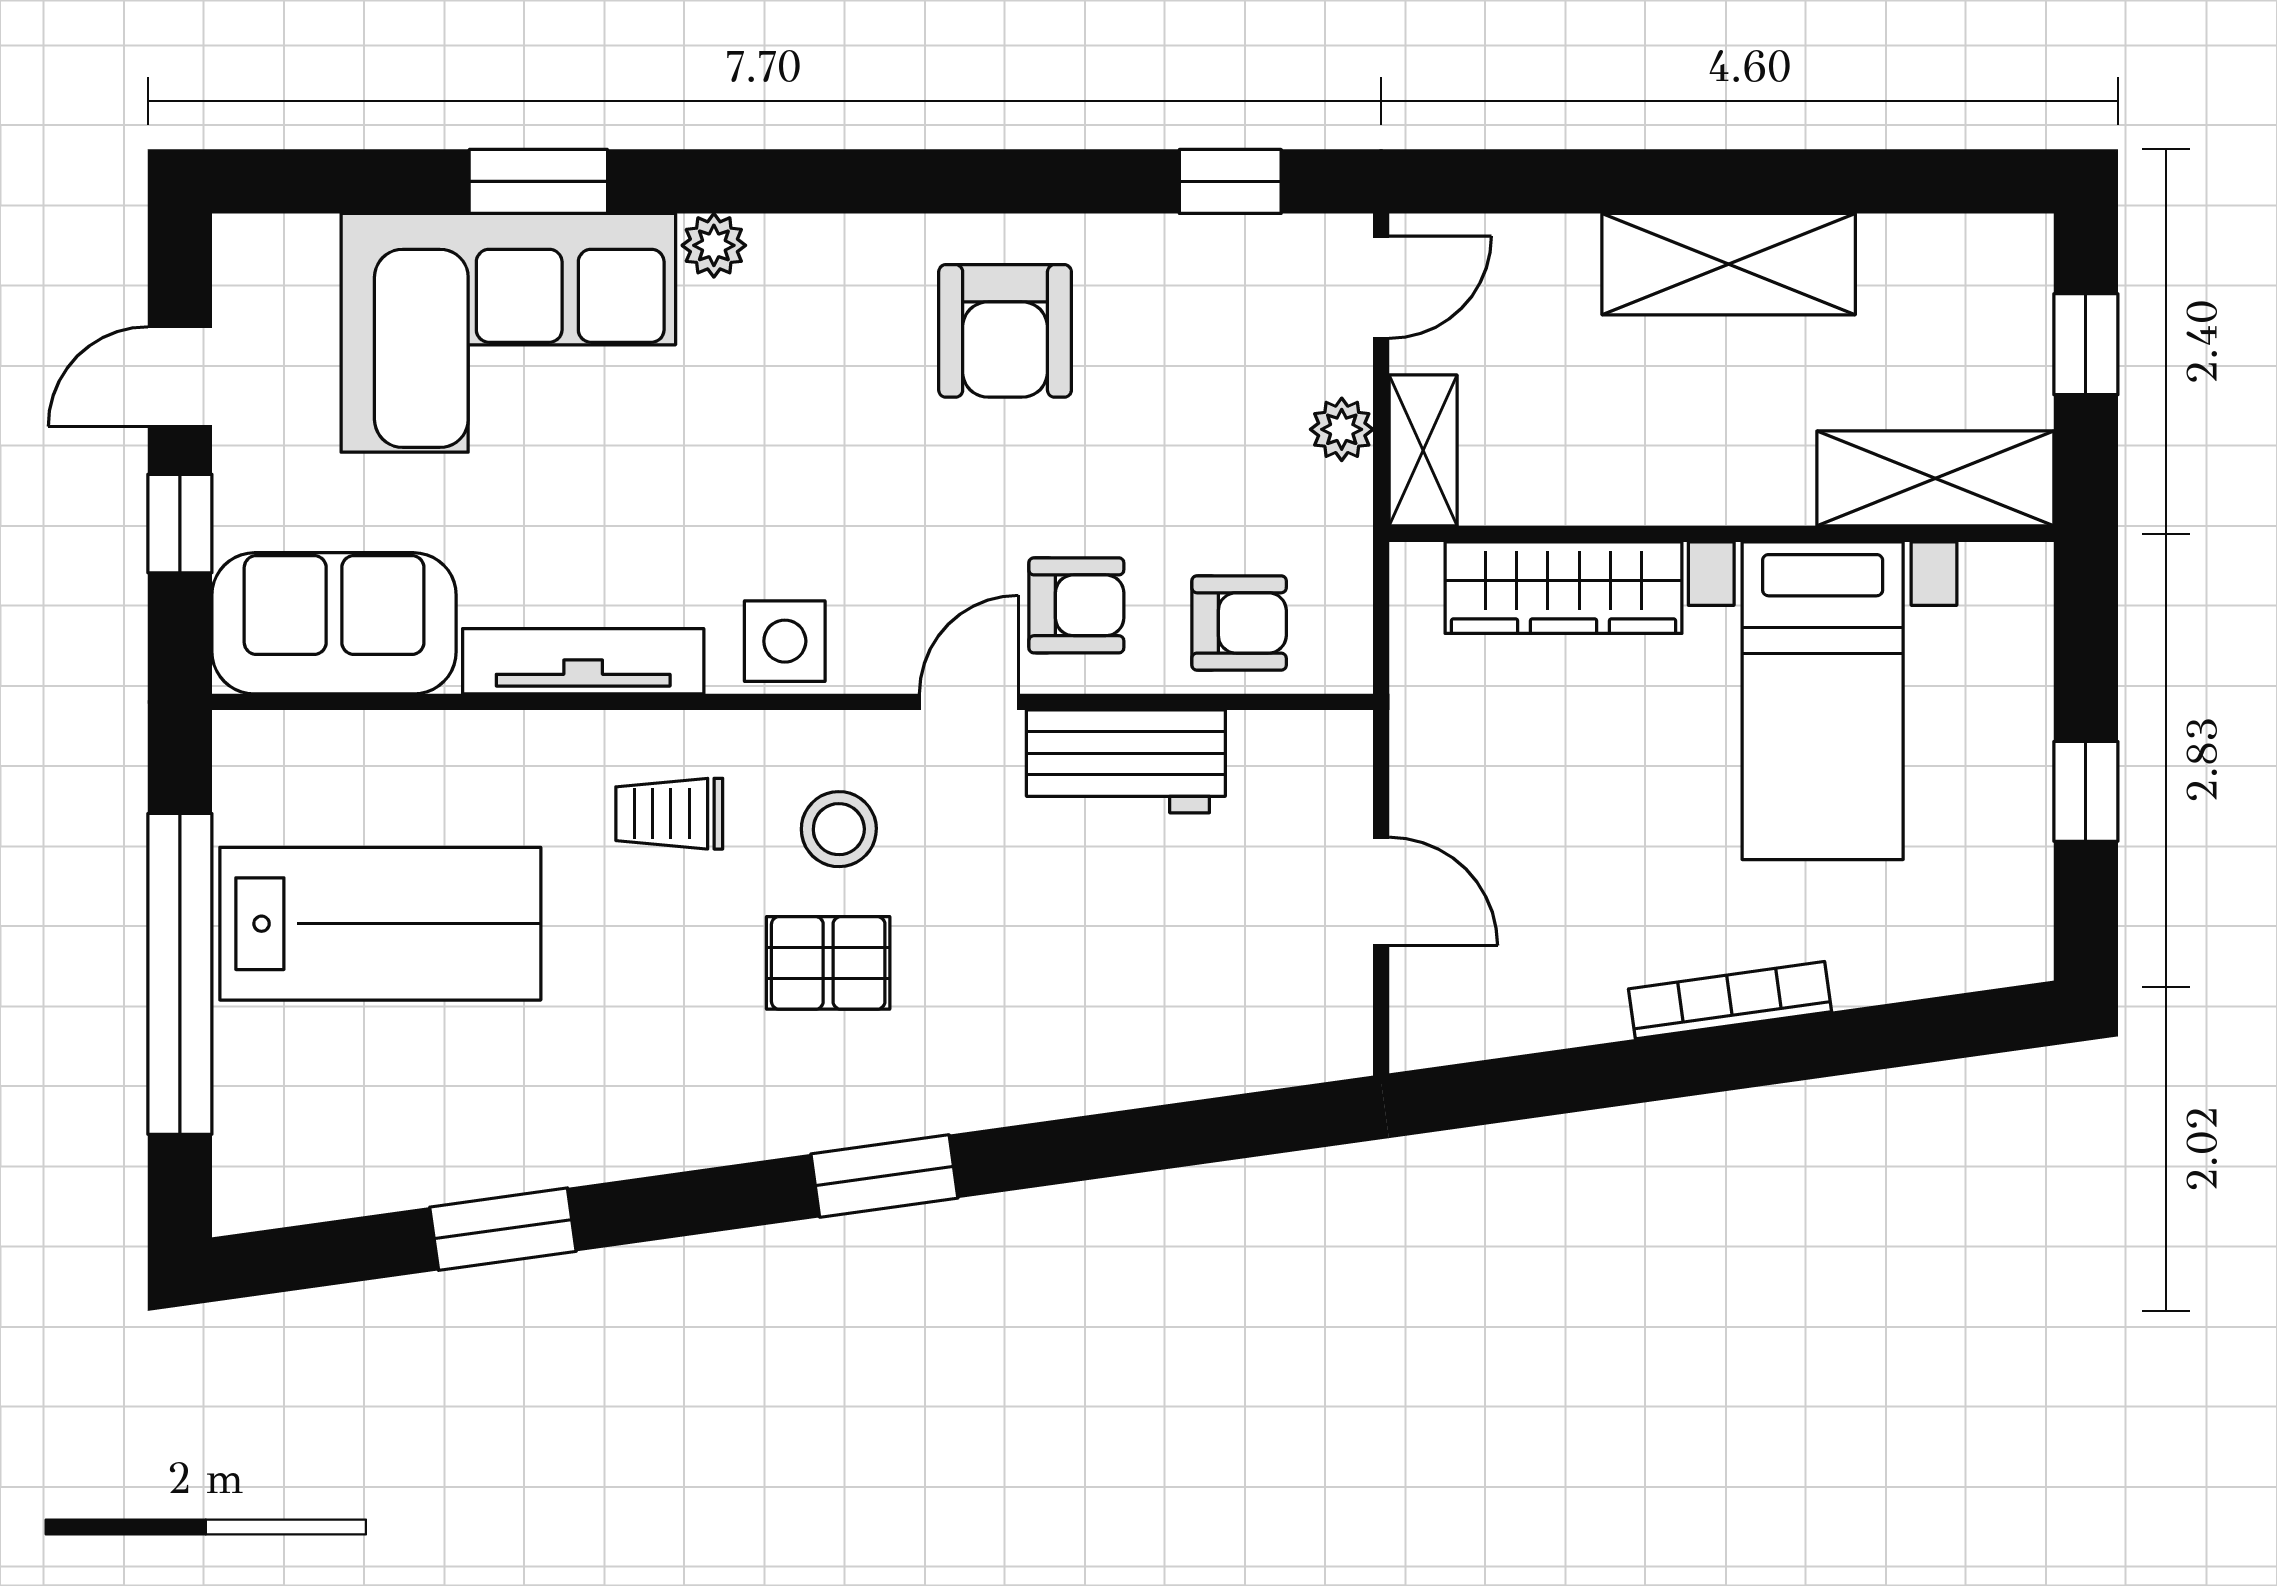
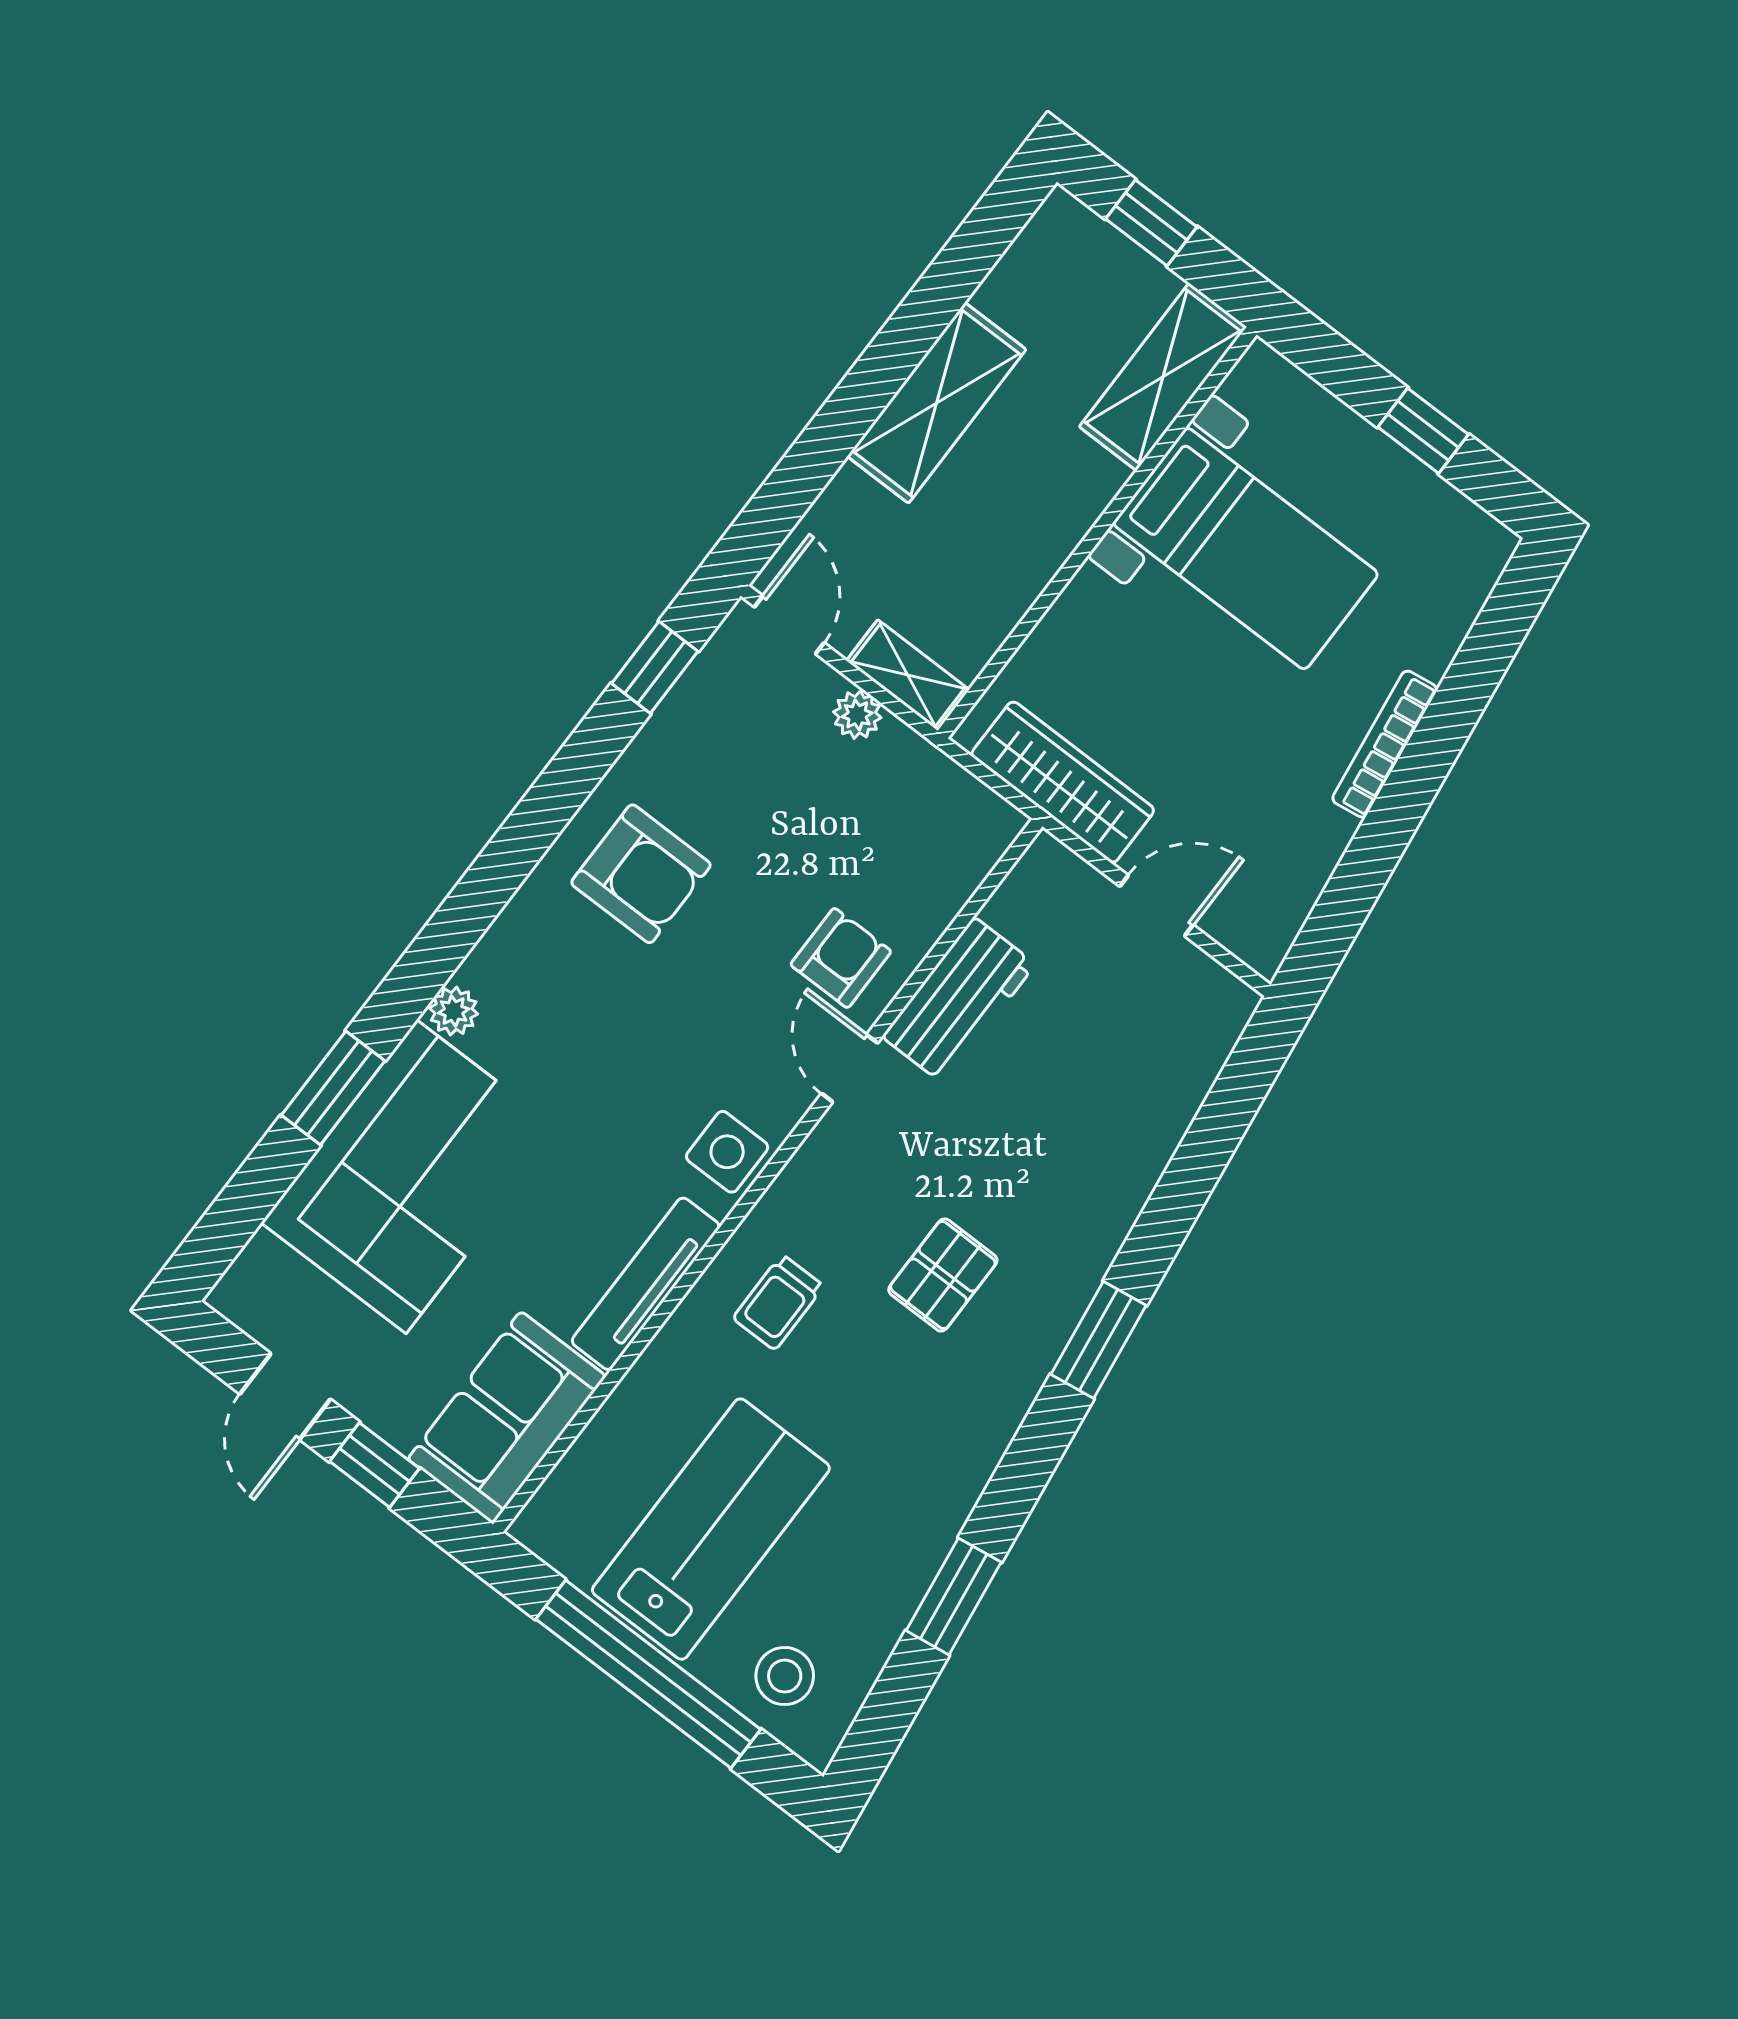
wardrobe: (1563, 588) -> (1063, 782), moved, turned -90
armchair: (1239, 623) -> (927, 867), removed
stool: (839, 829) -> (785, 1676), moved

